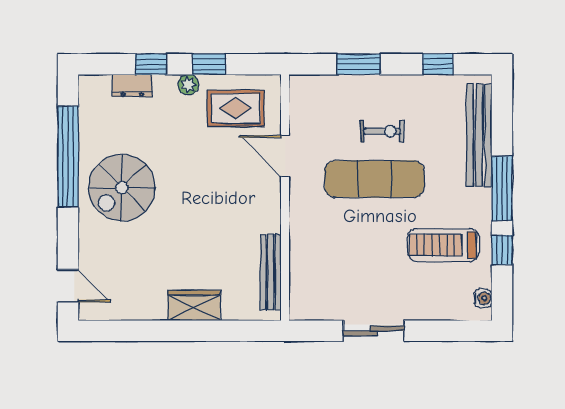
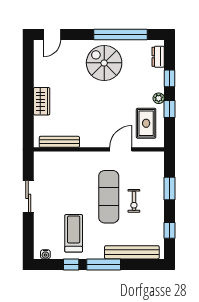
dresser: (132, 86) -> (158, 57), moved

